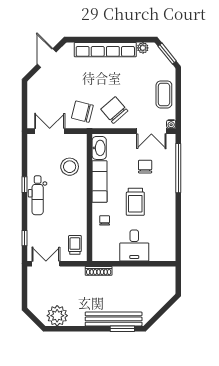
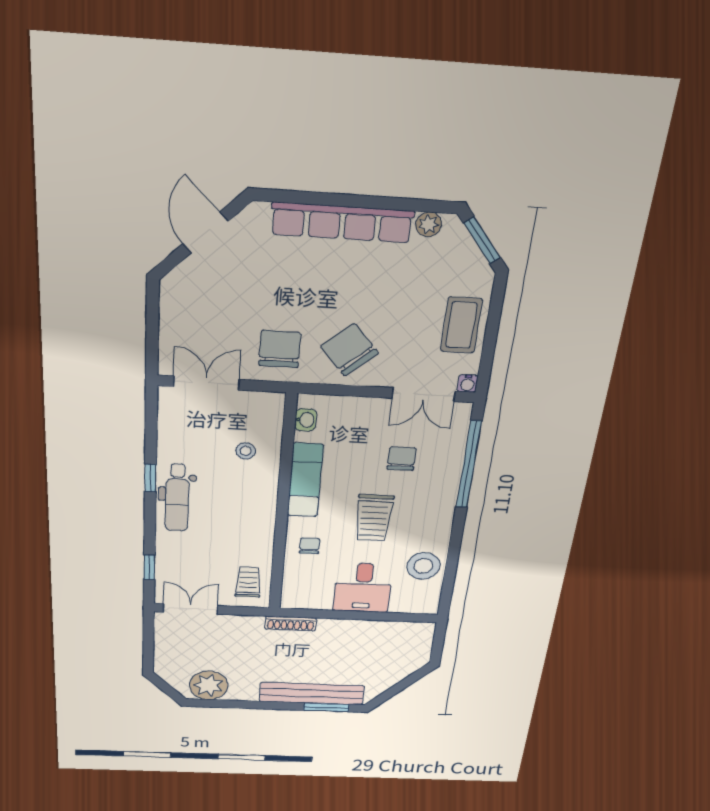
chair: (82, 112) -> (280, 349), turned 76
washbasin: (99, 148) -> (306, 420), width x0.52, depth x0.69
stool: (70, 167) -> (246, 451), width x0.53, depth x0.53
stool: (164, 230) -> (423, 566), added

